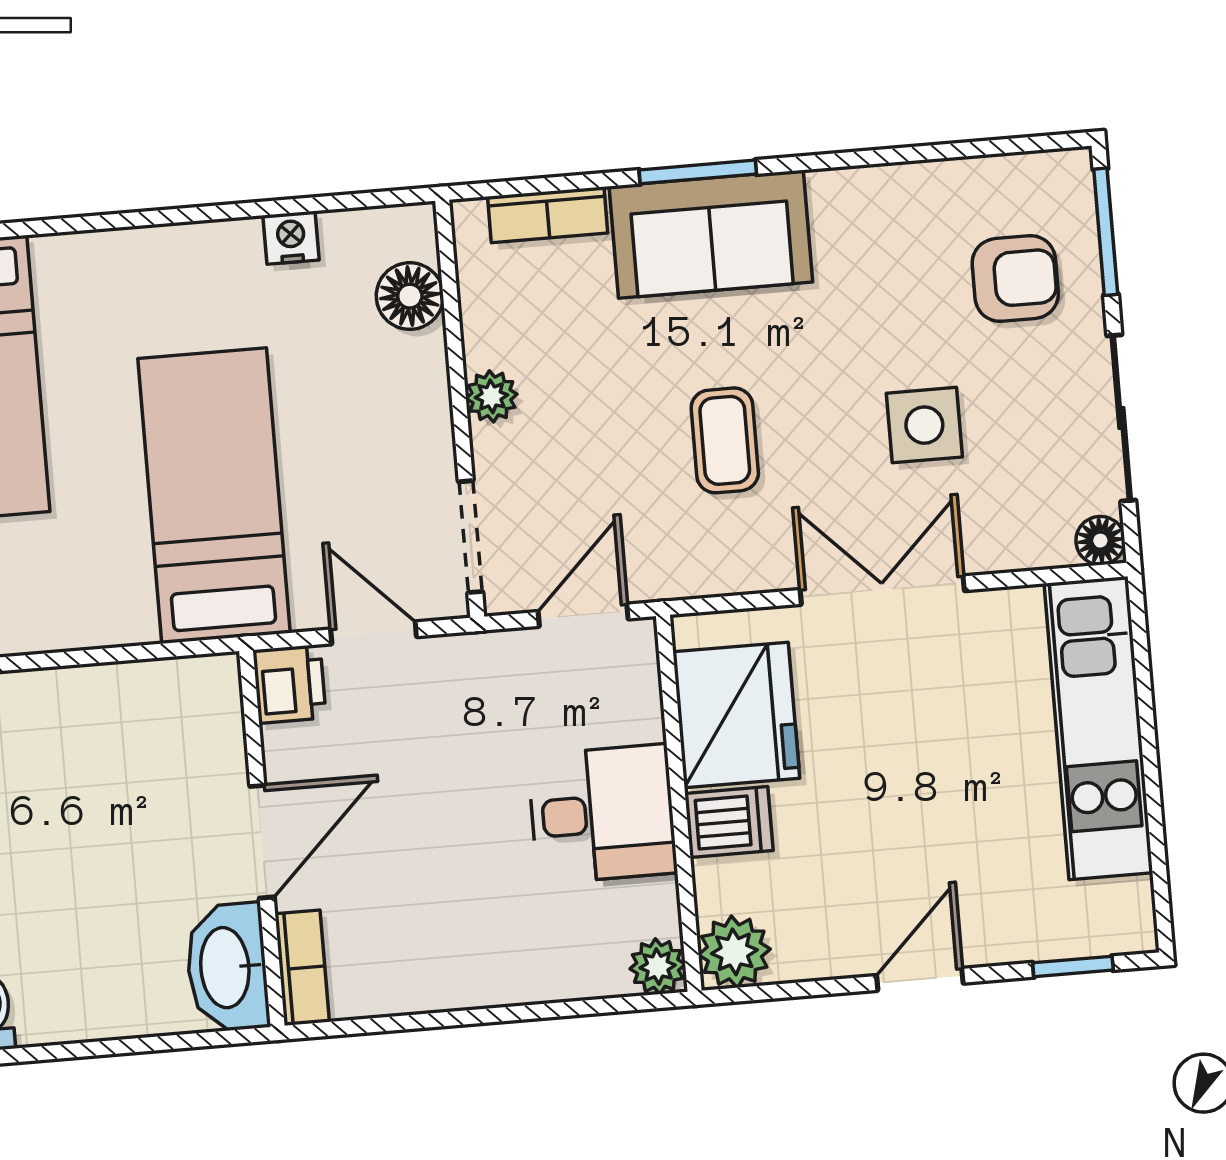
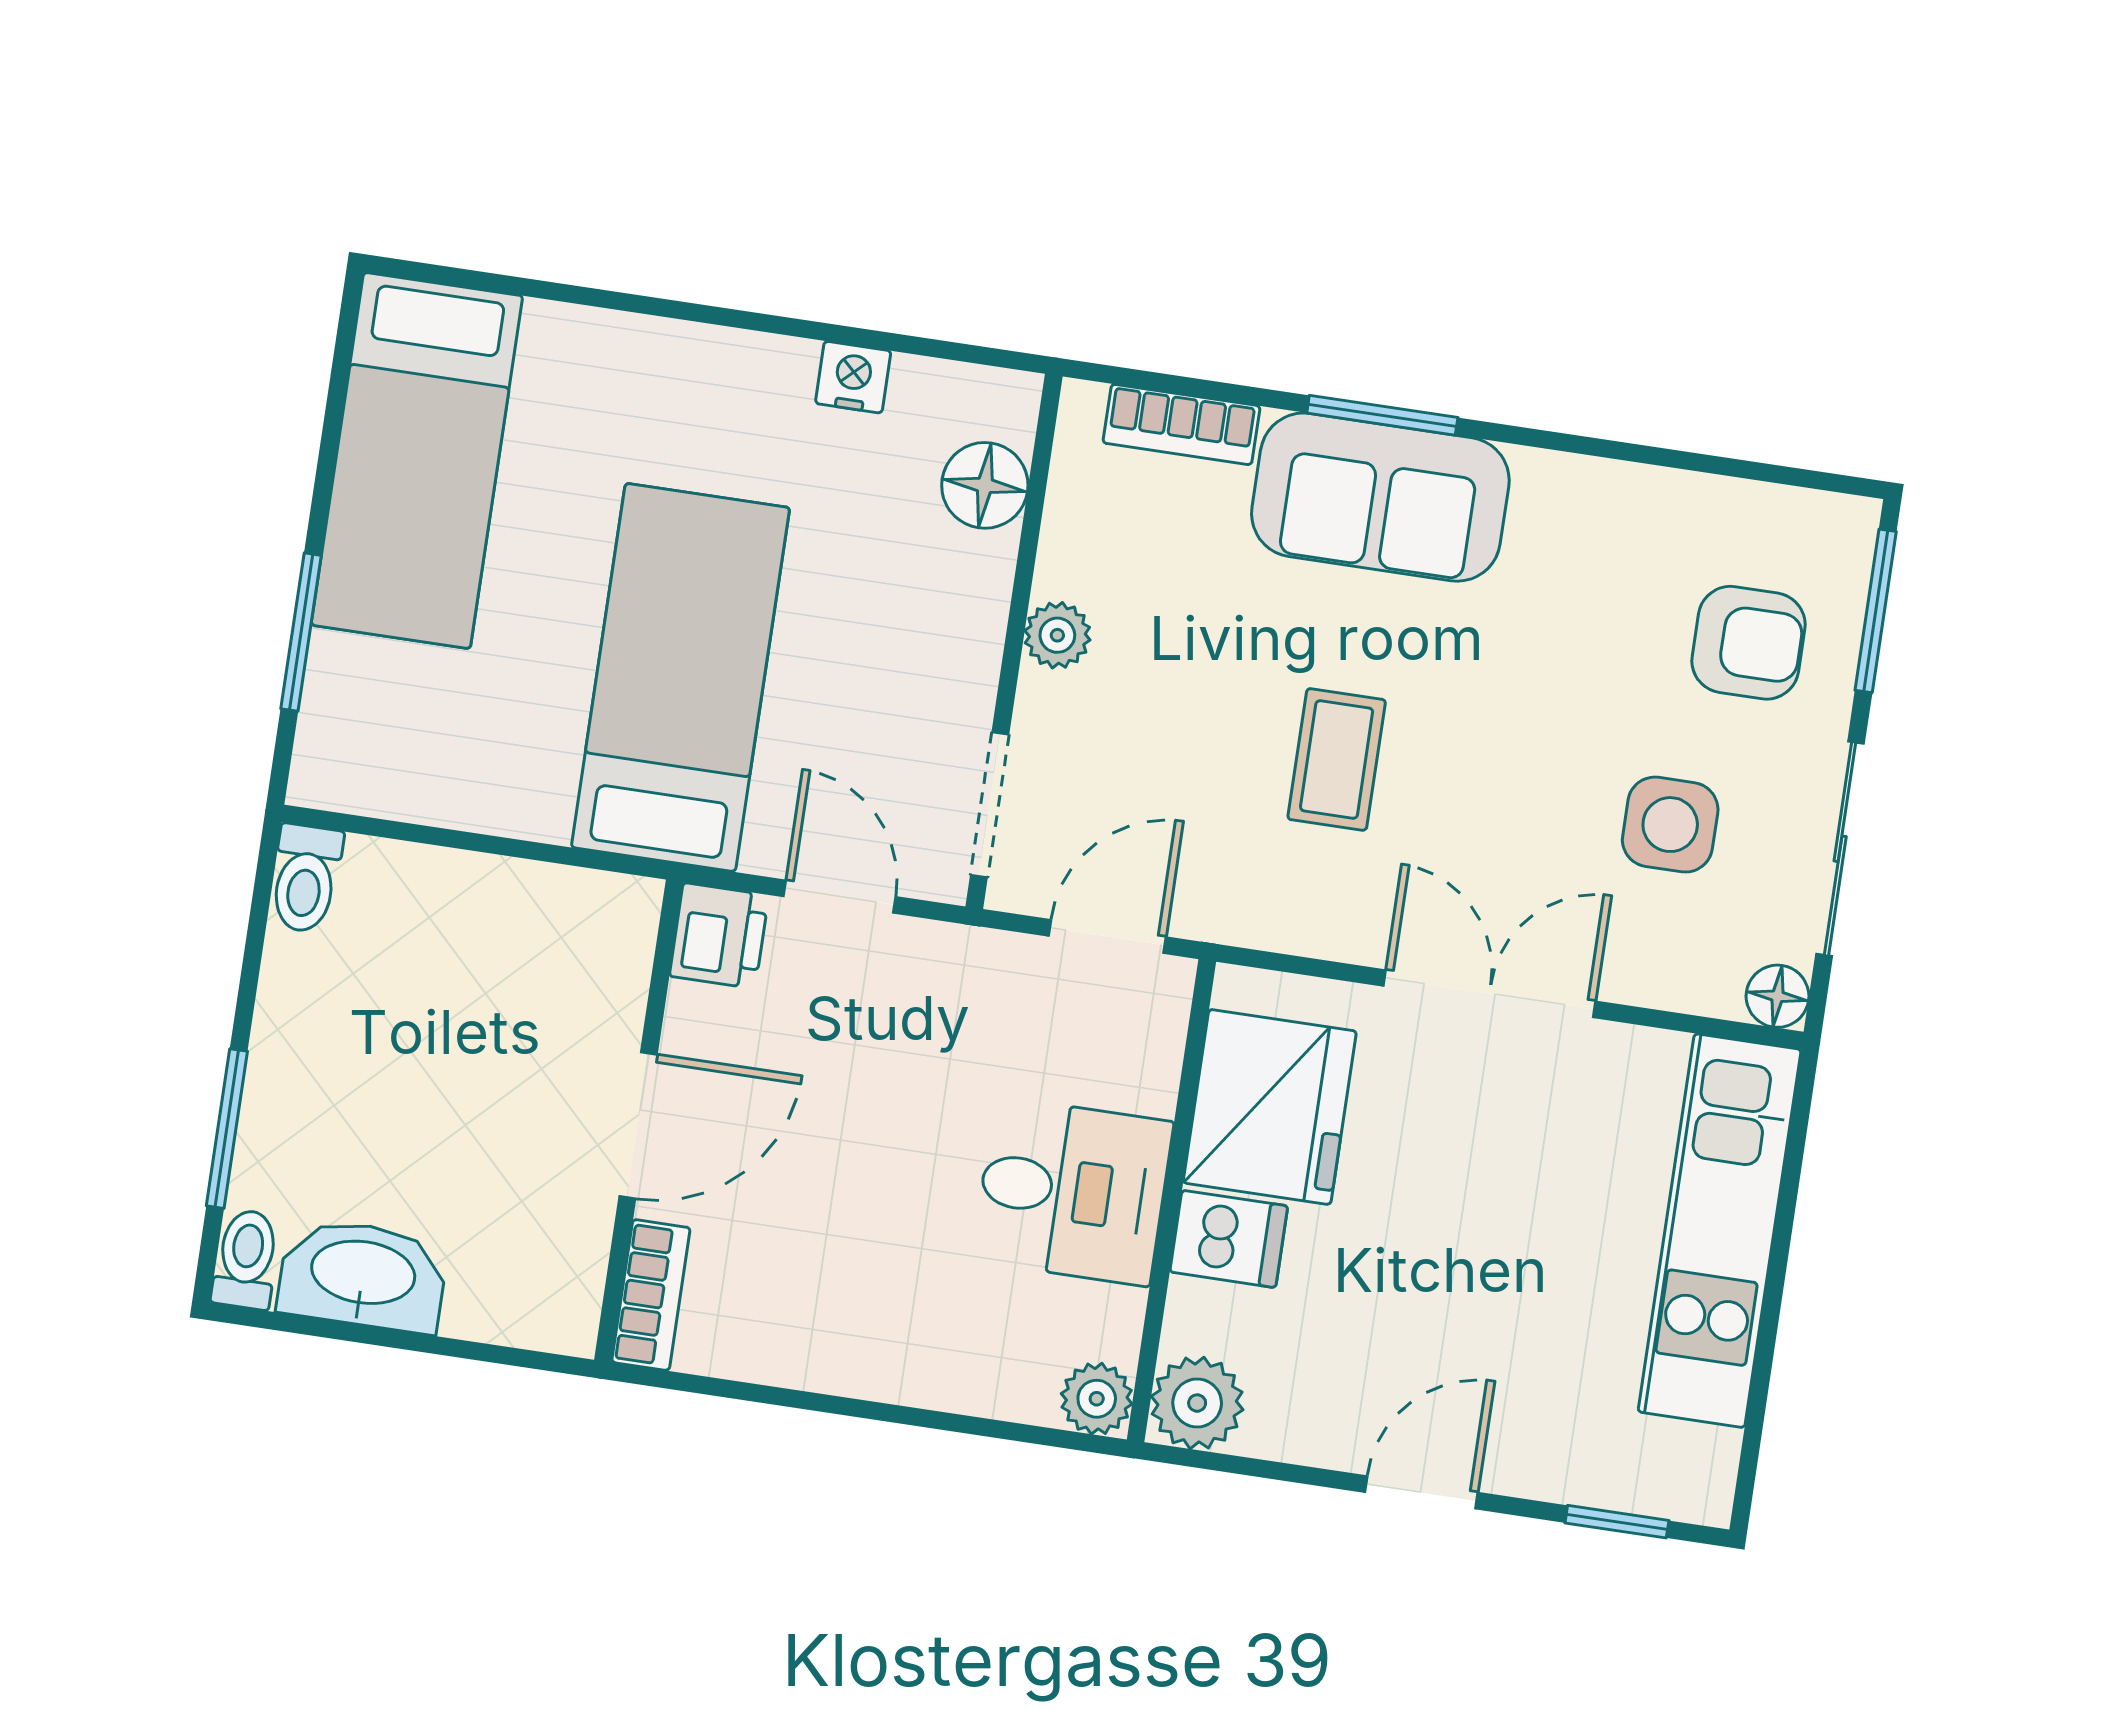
side table: (924, 425) -> (1670, 825), moved
washbasin: (227, 967) -> (363, 1275), moved, turned 90

